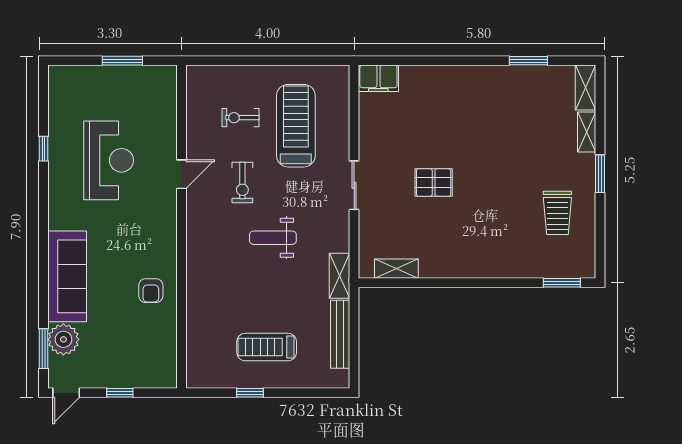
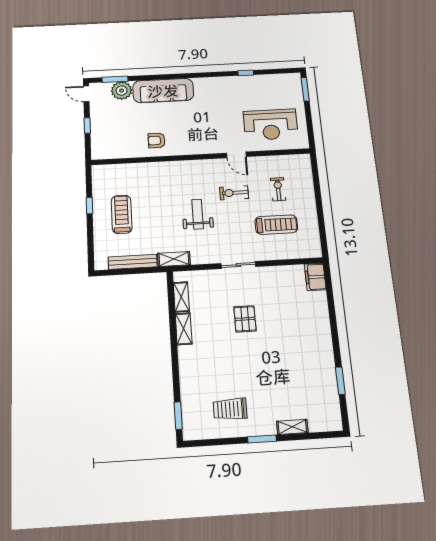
window: (122, 61) -> (305, 89), moved
shelving: (585, 88) -> (184, 329), moved, turned 90
treadmill: (296, 126) -> (276, 225), width x0.73, depth x0.73
reception desk: (109, 160) -> (271, 125), moved

